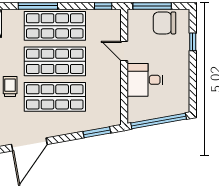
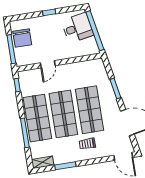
window: (193, 42) -> (49, 12), moved
desk: (145, 80) -> (77, 28), moved, turned -100
window: (97, 132) -> (115, 88), moved

